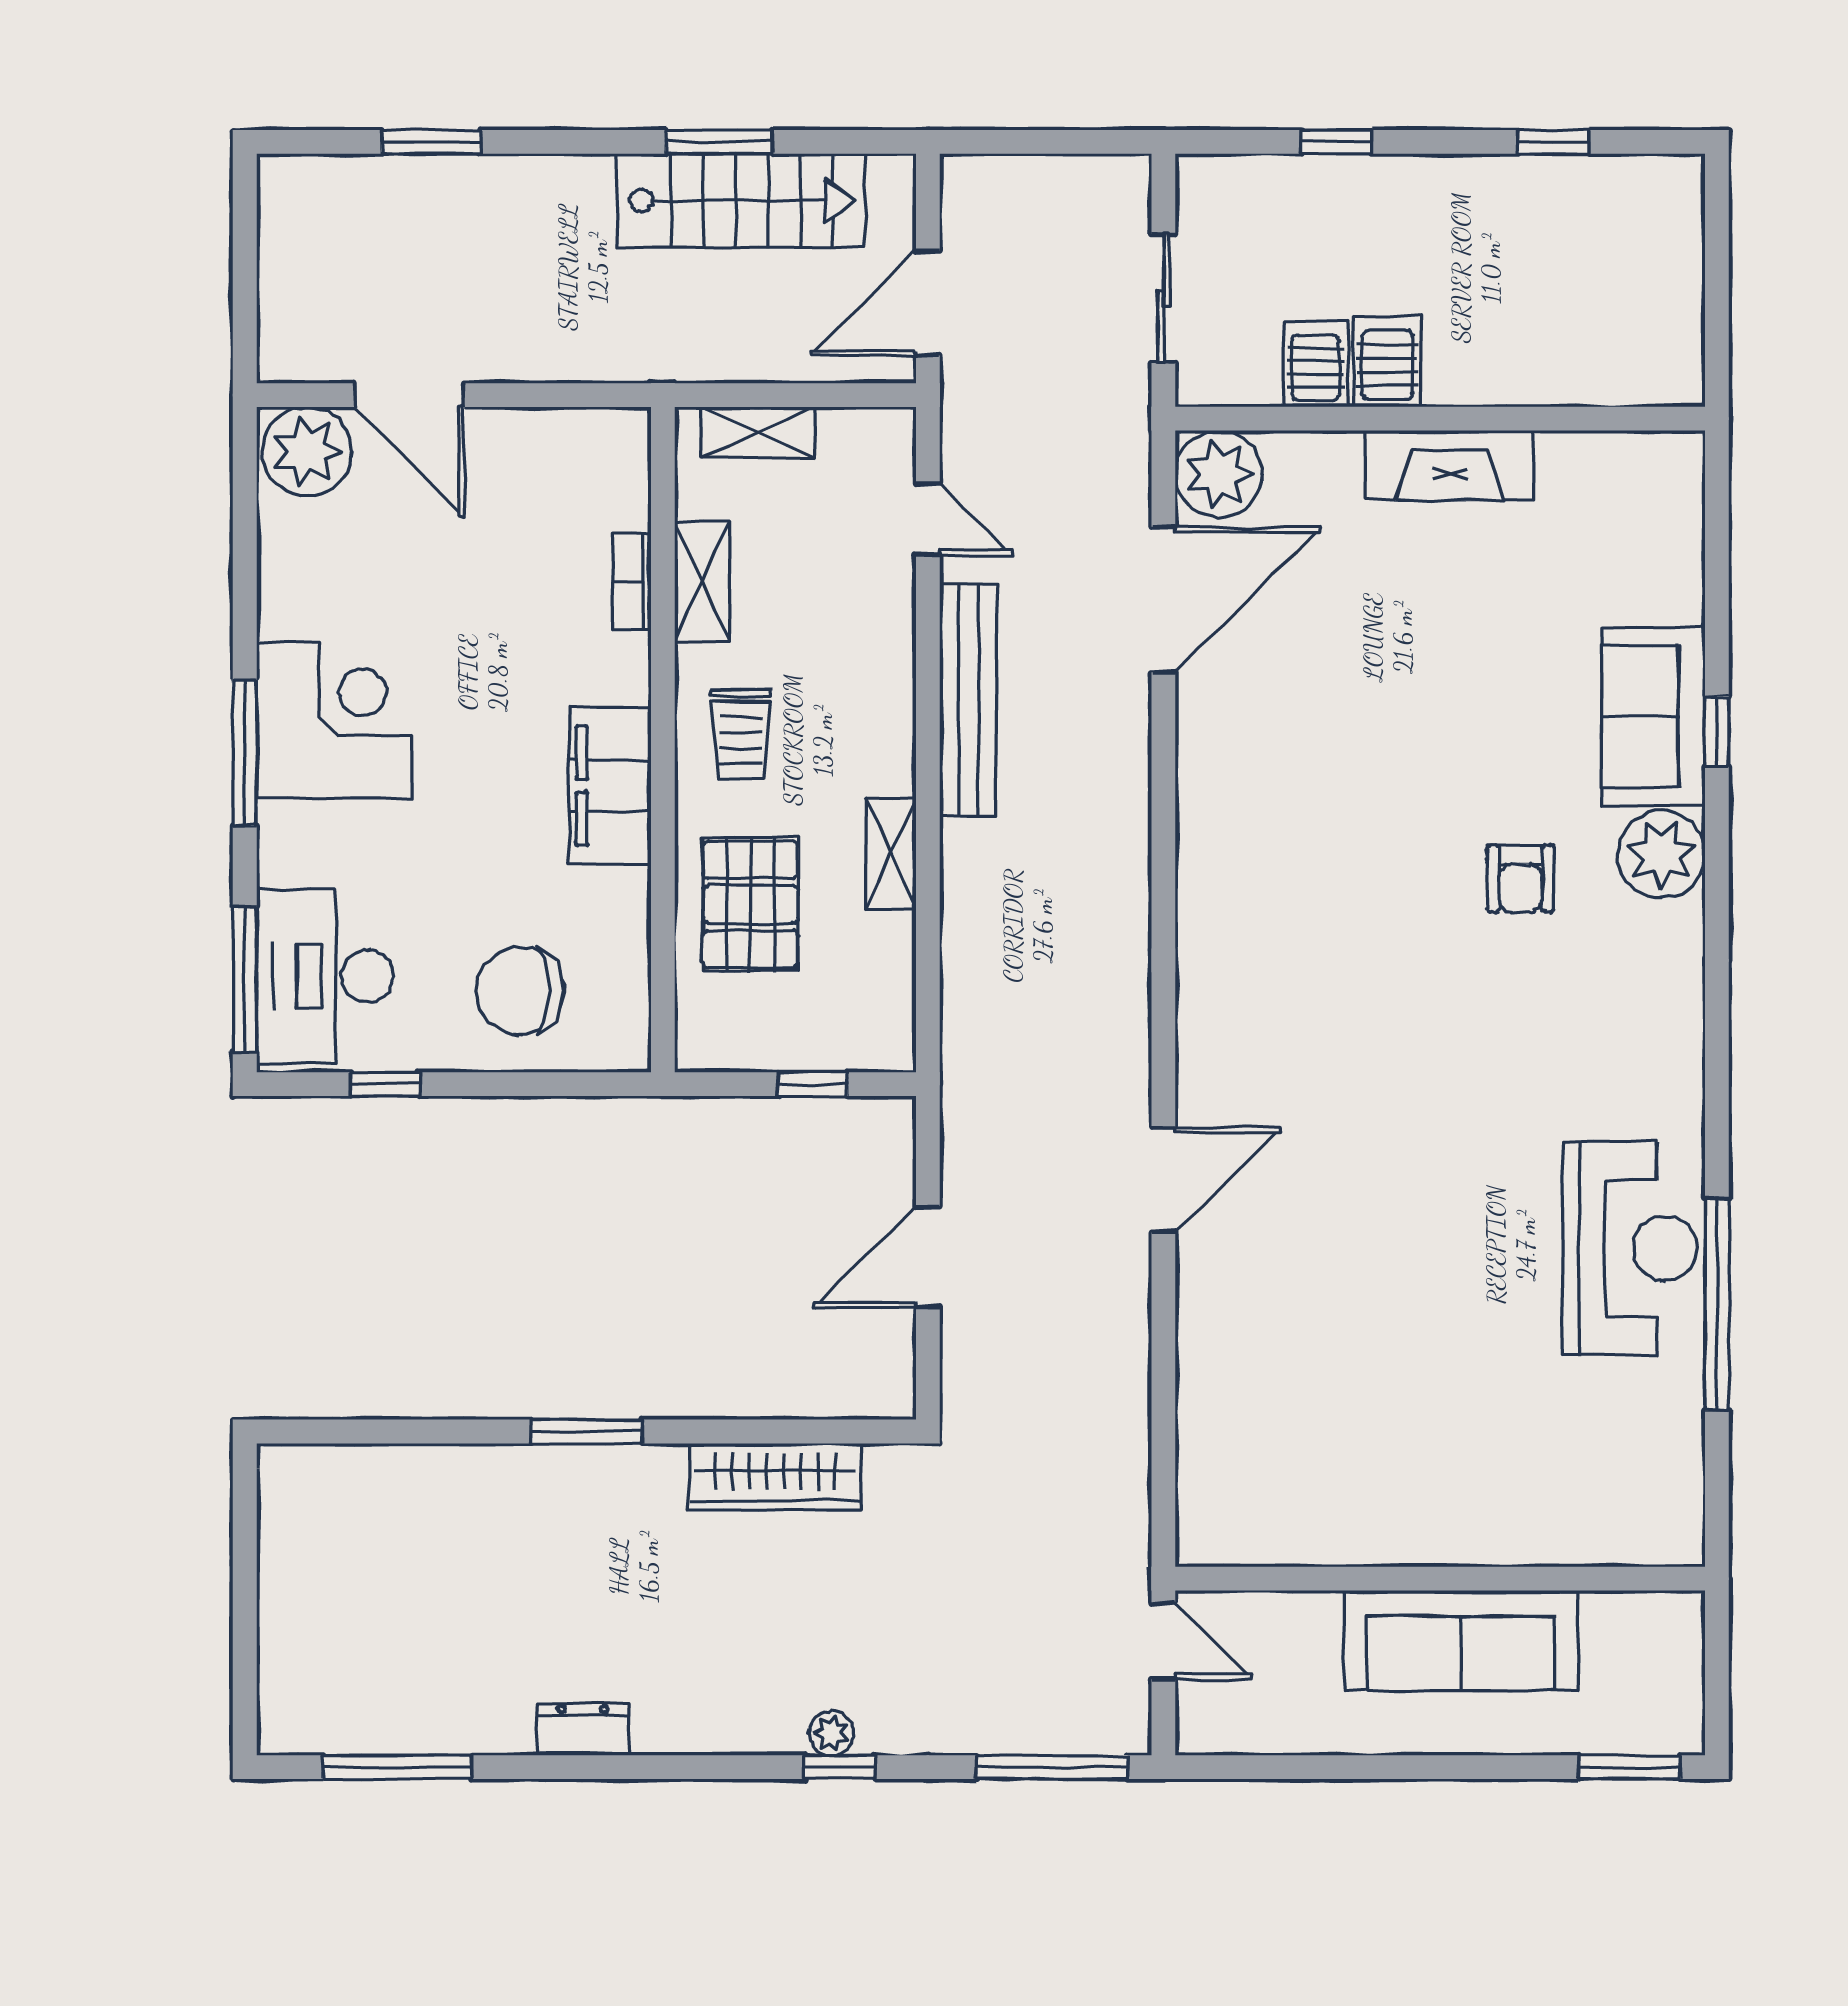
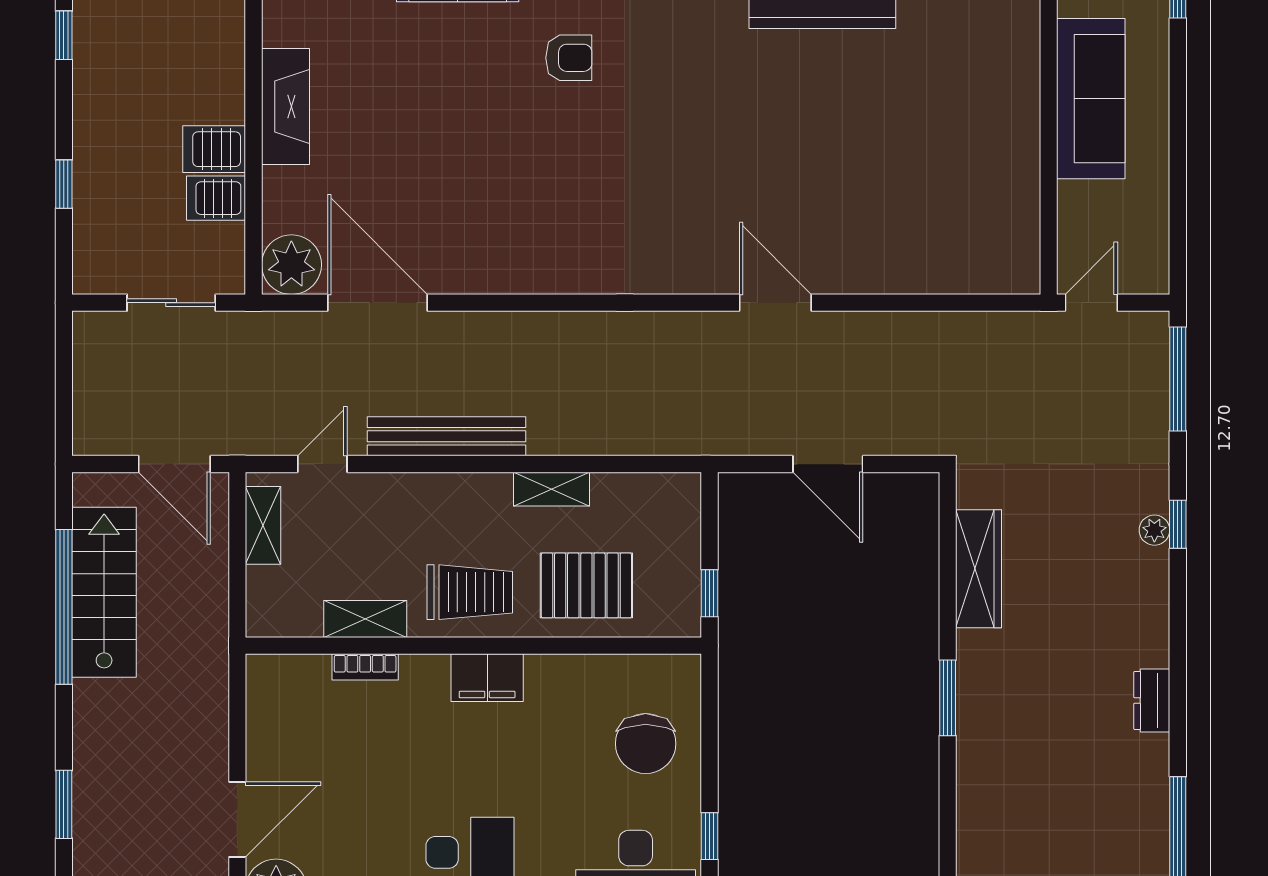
window: (719, 142) -> (64, 607), width x2.11
shelving: (758, 432) -> (263, 525), moved
trolley: (741, 734) -> (470, 592), width x1.36, depth x1.39
filing cabinet: (610, 786) -> (487, 678), width x0.67, depth x0.86
window: (813, 1084) -> (710, 593), moved

